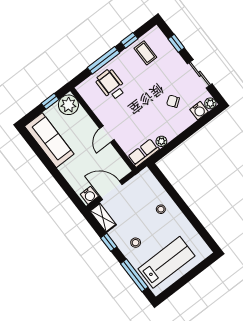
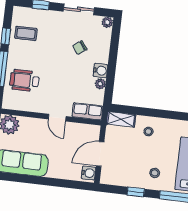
water cooler: (199, 111) -> (100, 71), moved
row of seats: (144, 153) -> (87, 111), moved, turned 90
shelving: (103, 218) -> (121, 119), moved

